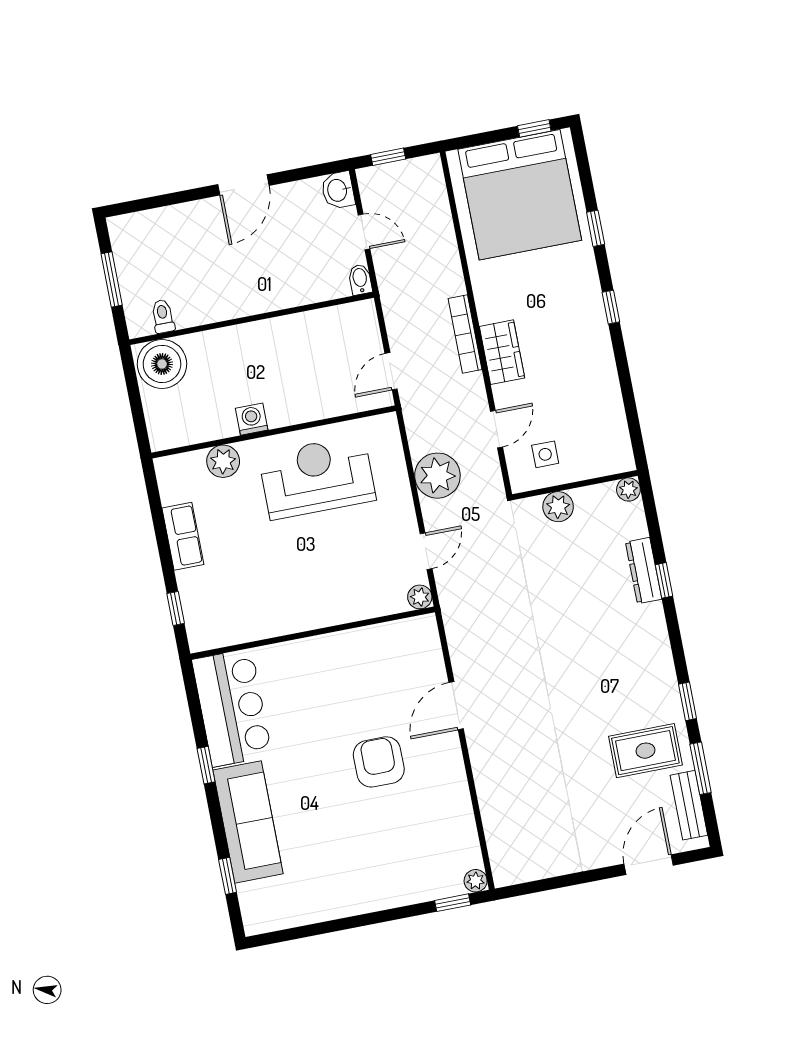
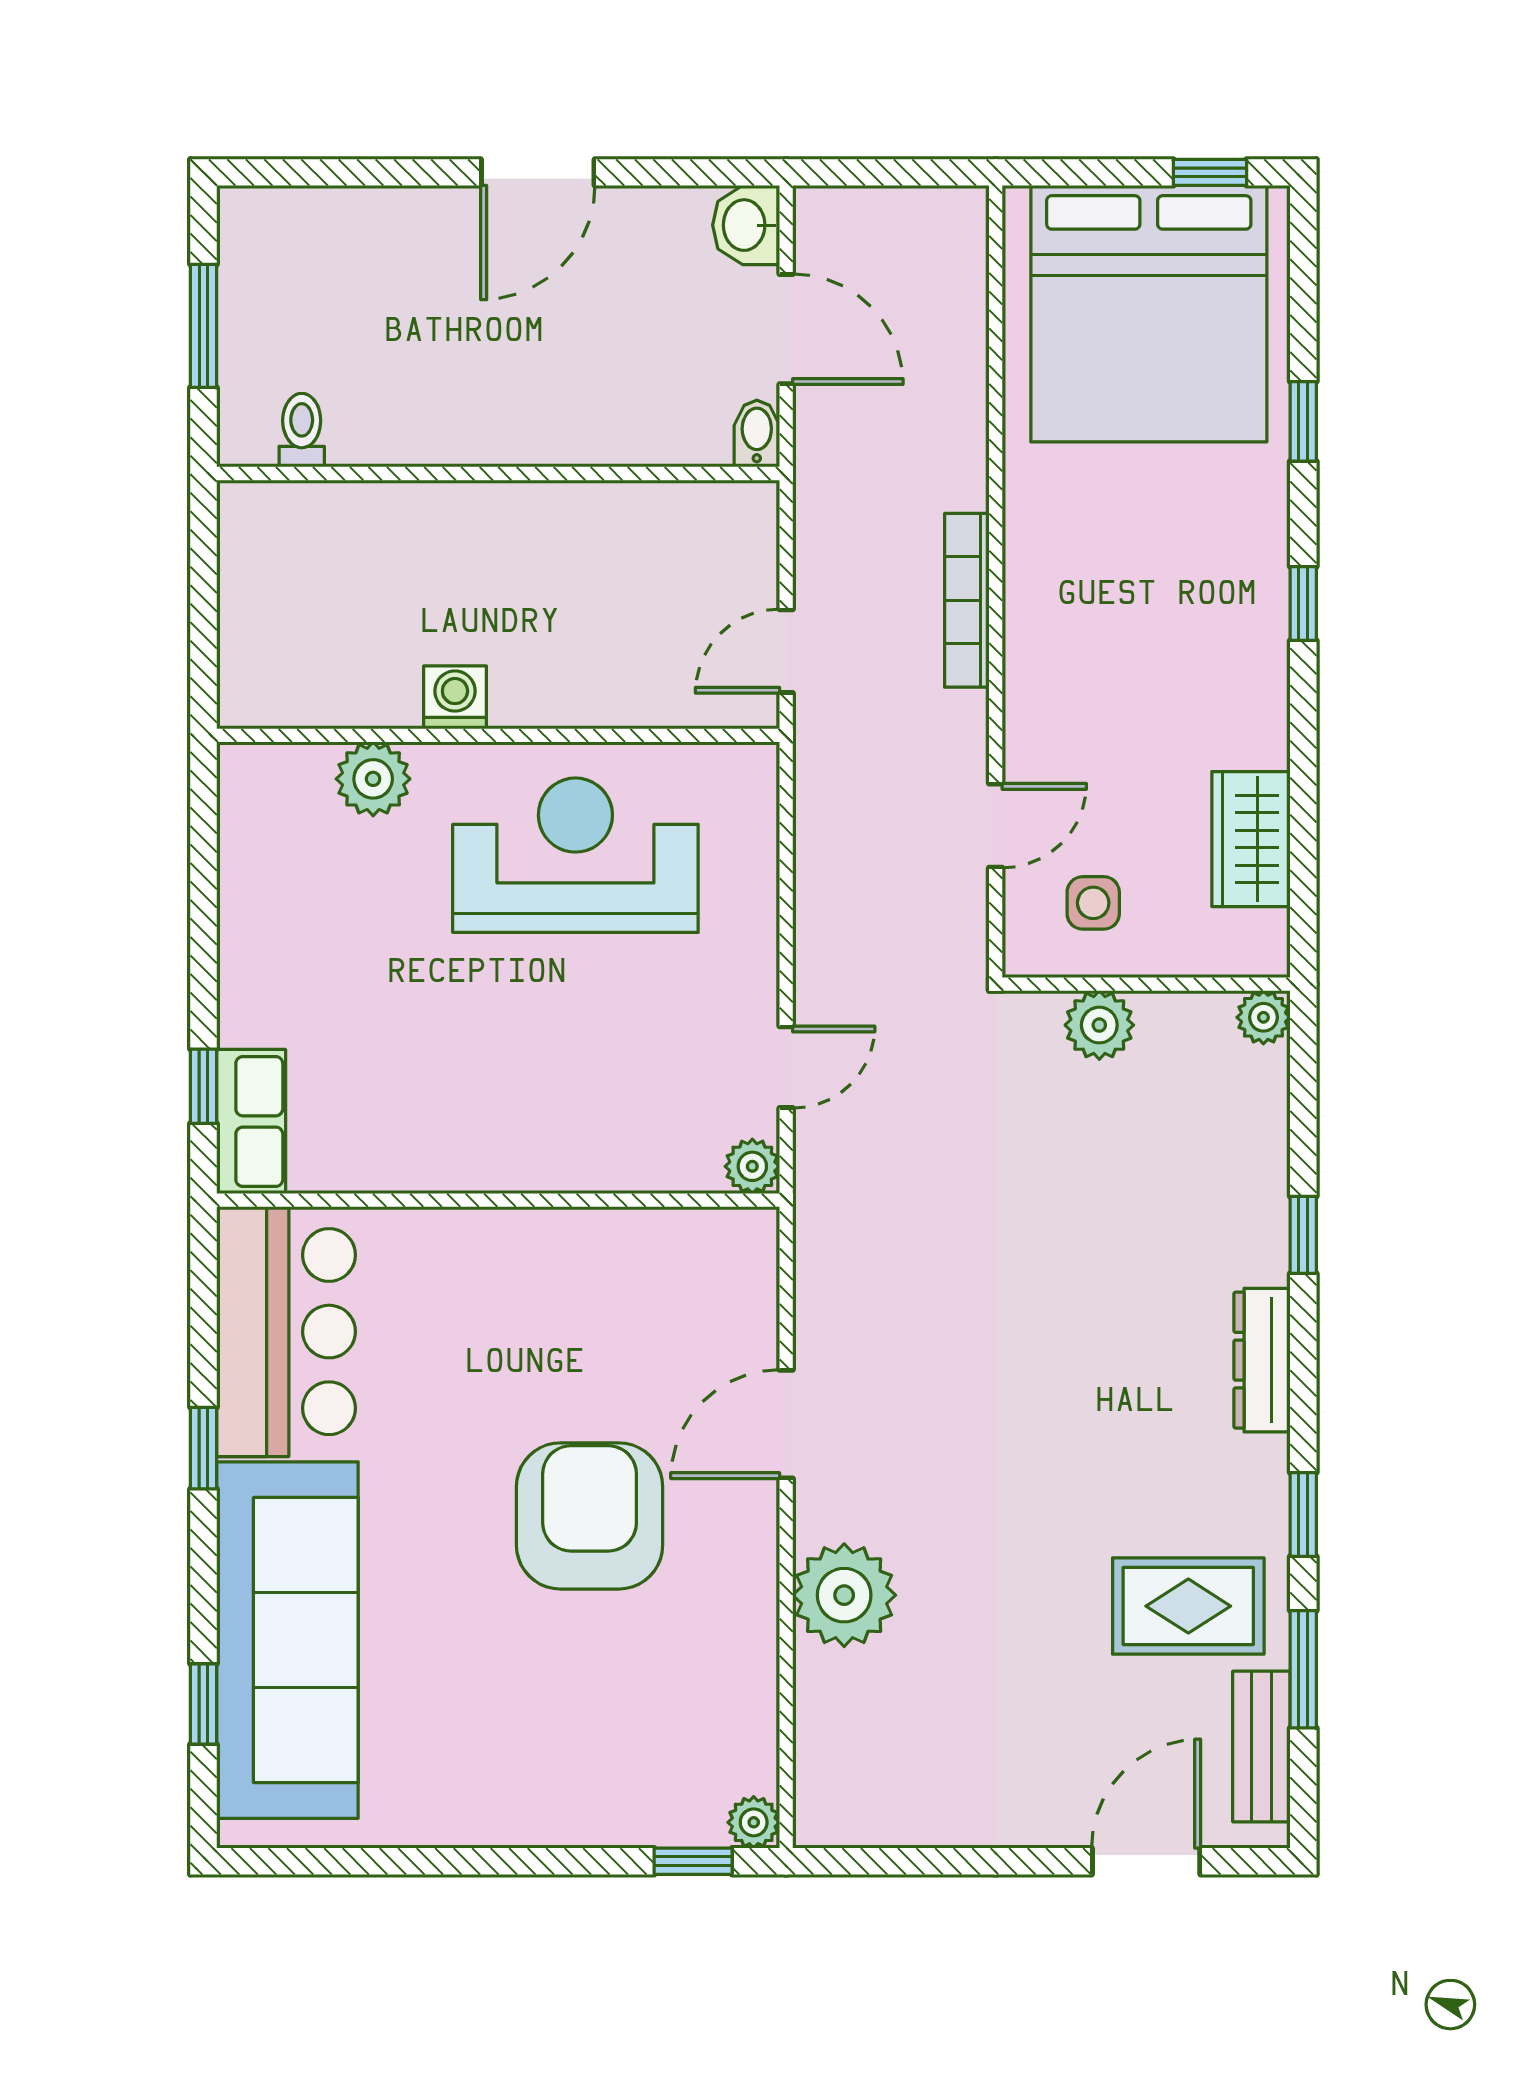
window: (388, 157) -> (872, 172), removed
door: (364, 232) -> (786, 329), width x1.38
wardrobe: (502, 352) -> (1251, 839), moved, turned 180
boiler: (162, 364) -> (279, 536), removed
plant: (437, 476) -> (844, 1595), moved
row of seats: (183, 536) -> (251, 1121), moved
dresser: (644, 571) -> (1262, 1360), moved
armchair: (379, 762) -> (590, 1516), width x1.36, depth x1.36
sofa: (248, 822) -> (287, 1640), width x1.36, depth x1.27

